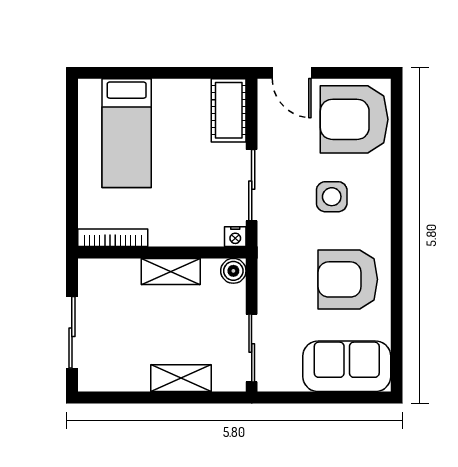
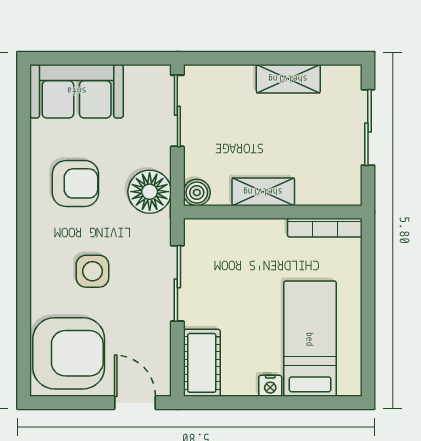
nightstand: (235, 237) -> (270, 386), moved, turned 180
floor lamp: (278, 272) -> (150, 192), added
armchair: (348, 279) -> (75, 183), width x0.73, depth x0.73
shelving: (181, 378) -> (288, 79), moved

